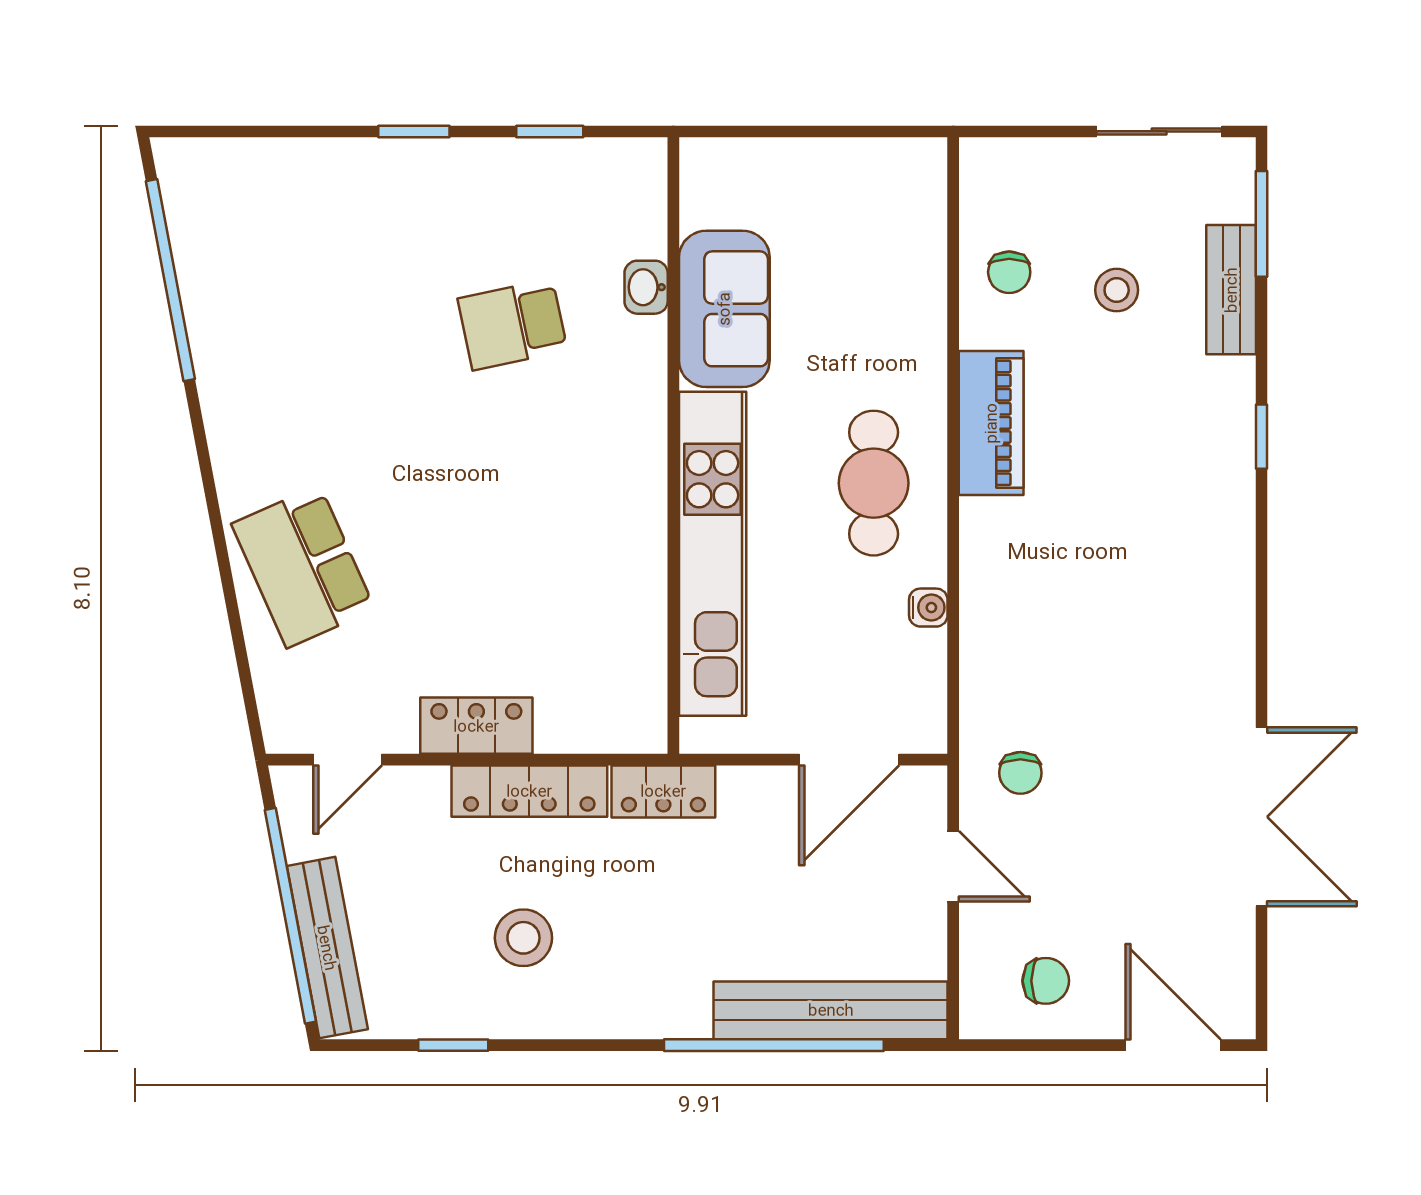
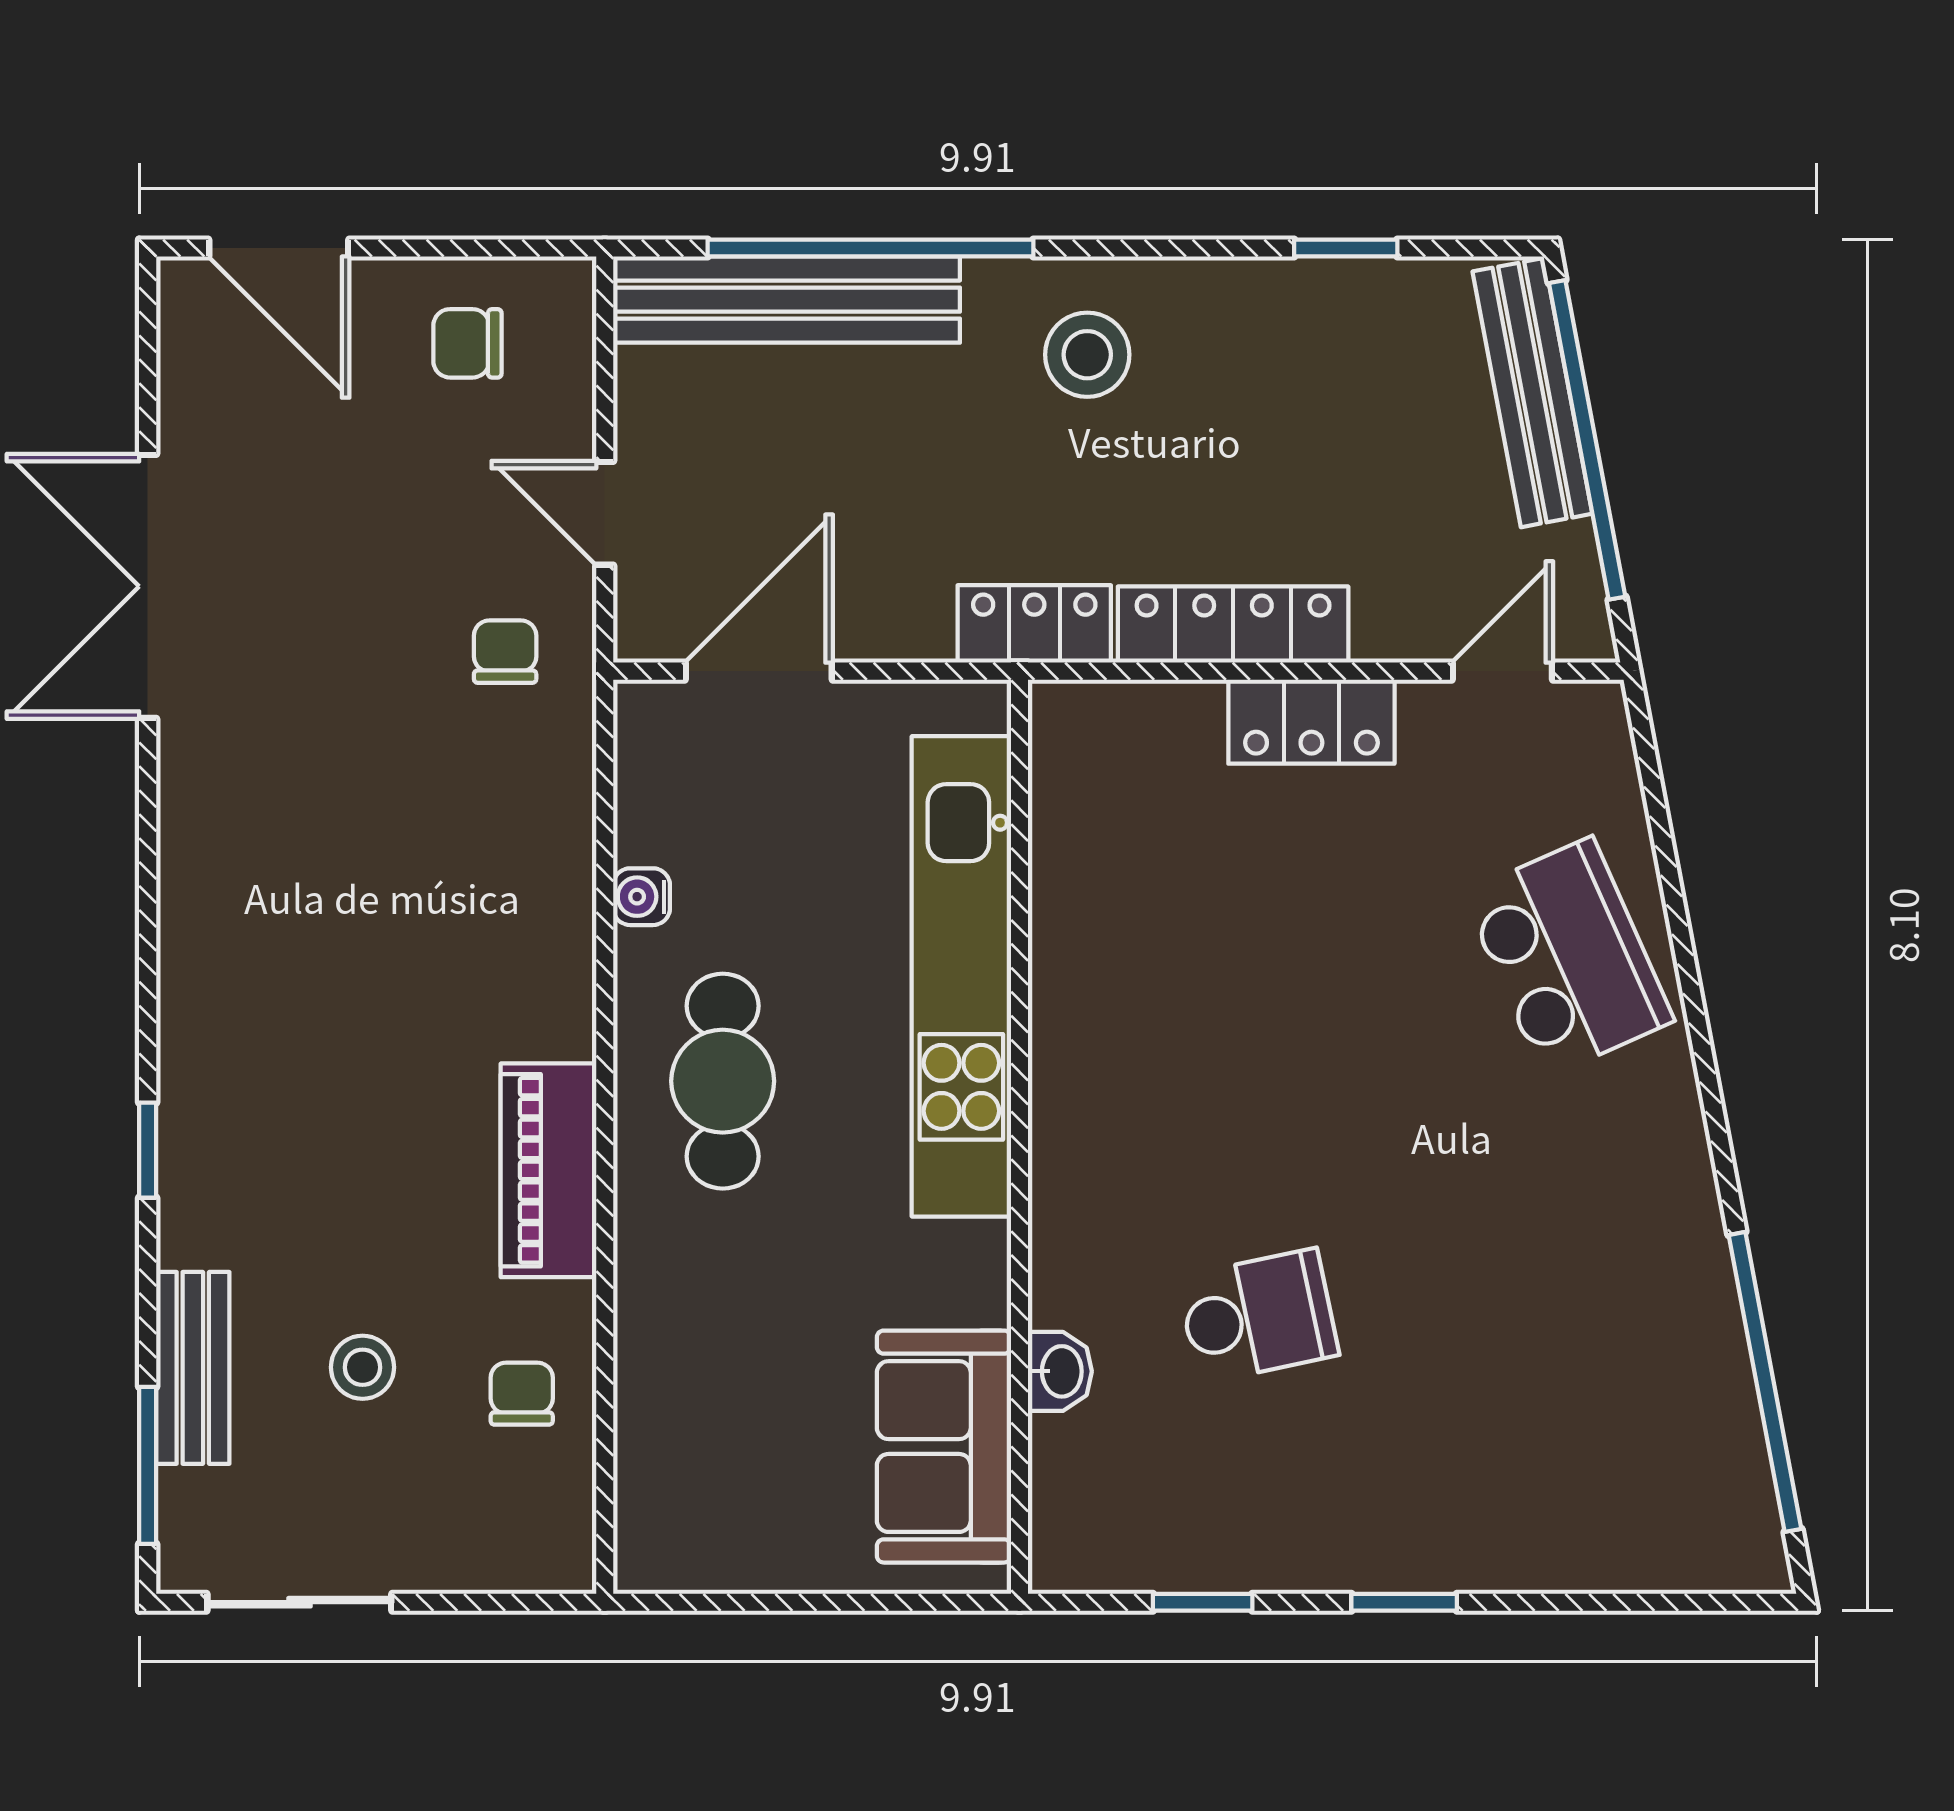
sofa: (724, 309) -> (944, 1447), moved
stool: (523, 938) -> (1087, 355), moved

